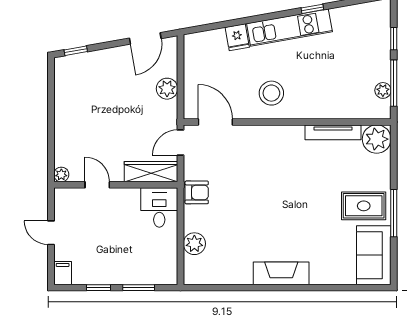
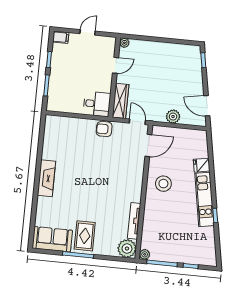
plant: (383, 90) -> (145, 254), moved
armchair: (197, 192) -> (104, 129), turned 90
plant: (194, 244) -> (71, 124), removed

